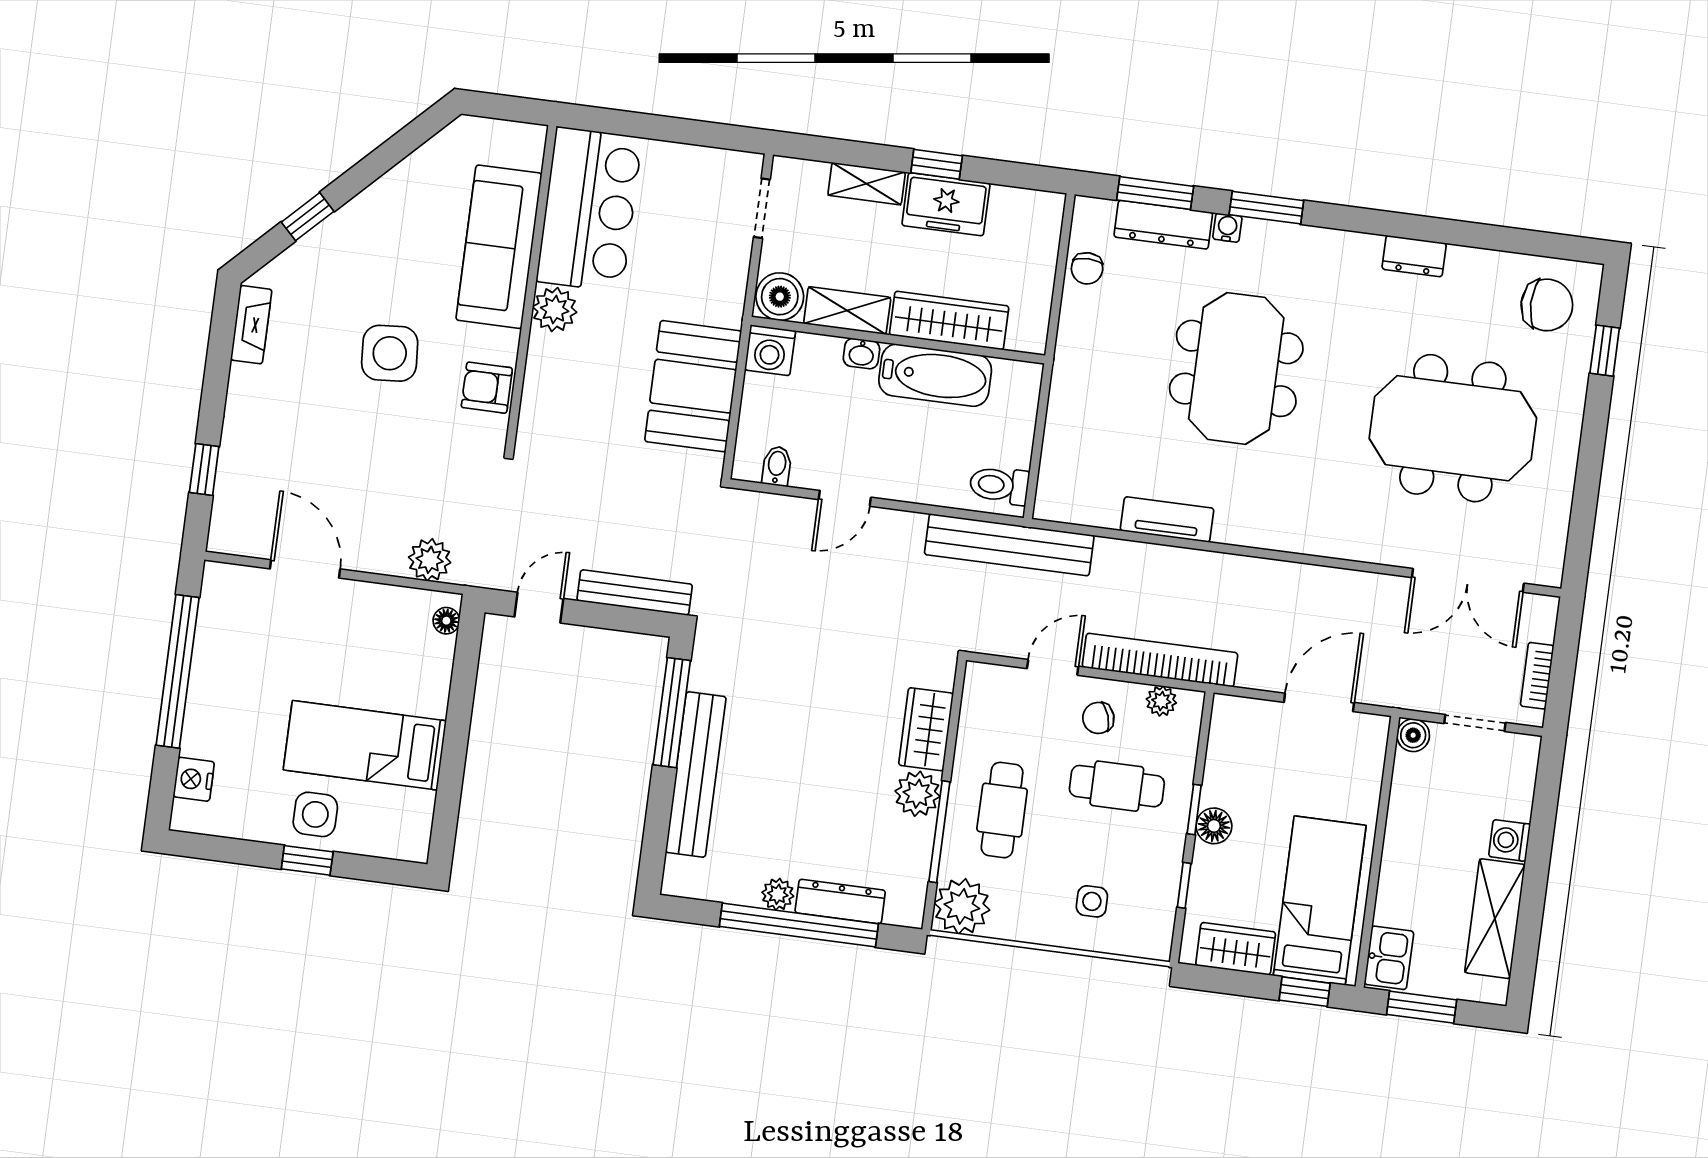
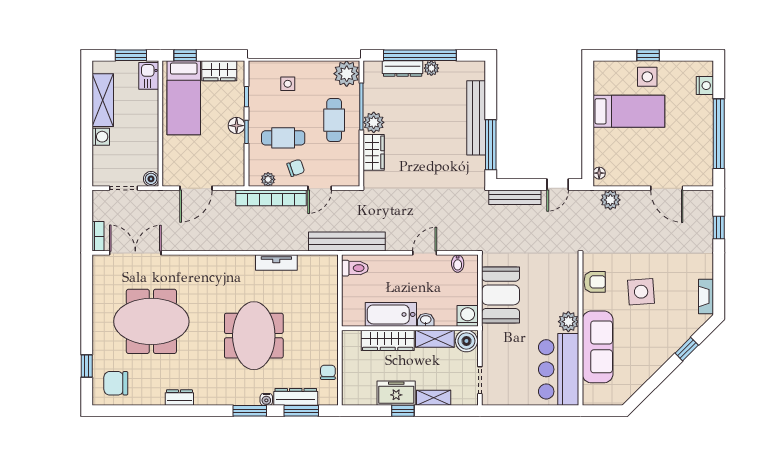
bookcase: (1537, 676) -> (98, 236), moved

